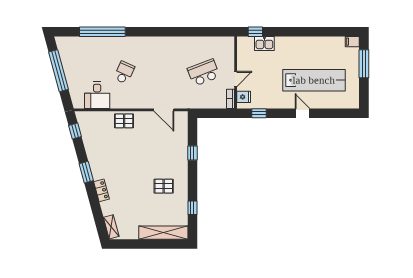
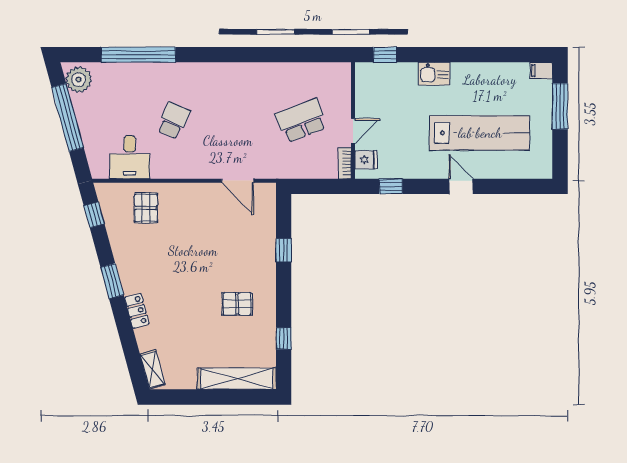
kitchen sink: (264, 43) -> (434, 74), moved
plant: (65, 47) -> (79, 79), added
pallet: (124, 121) -> (146, 208), moved, turned 90

